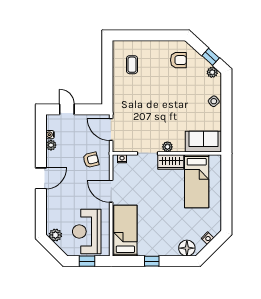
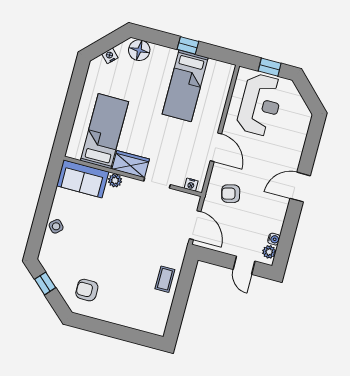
coffee table: (132, 65) -> (165, 279), moved
plant: (212, 72) -> (48, 263), removed
plant: (51, 145) -> (269, 252), moved
plant: (167, 147) -> (115, 180), moved
bed: (125, 231) -> (185, 86), moved
plant: (55, 235) -> (301, 111), removed

